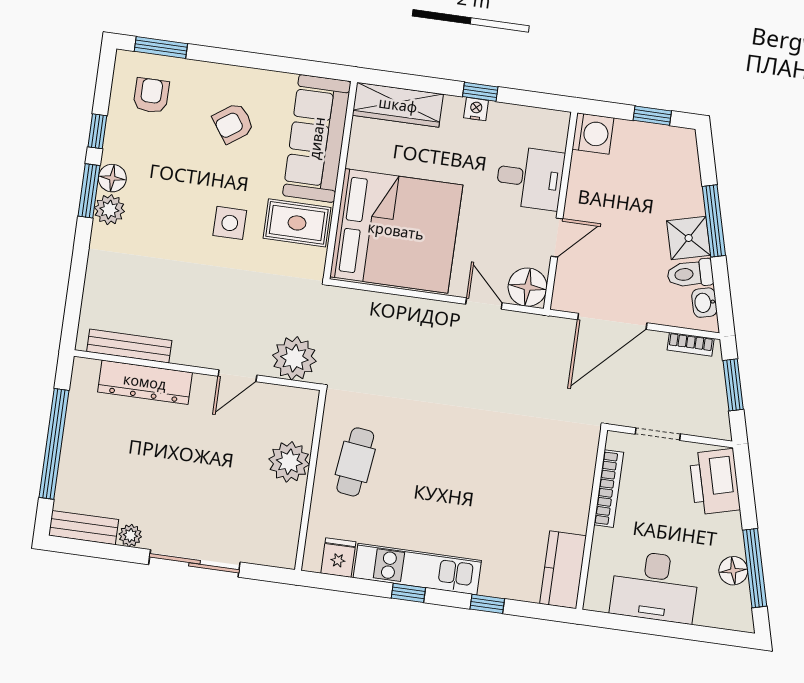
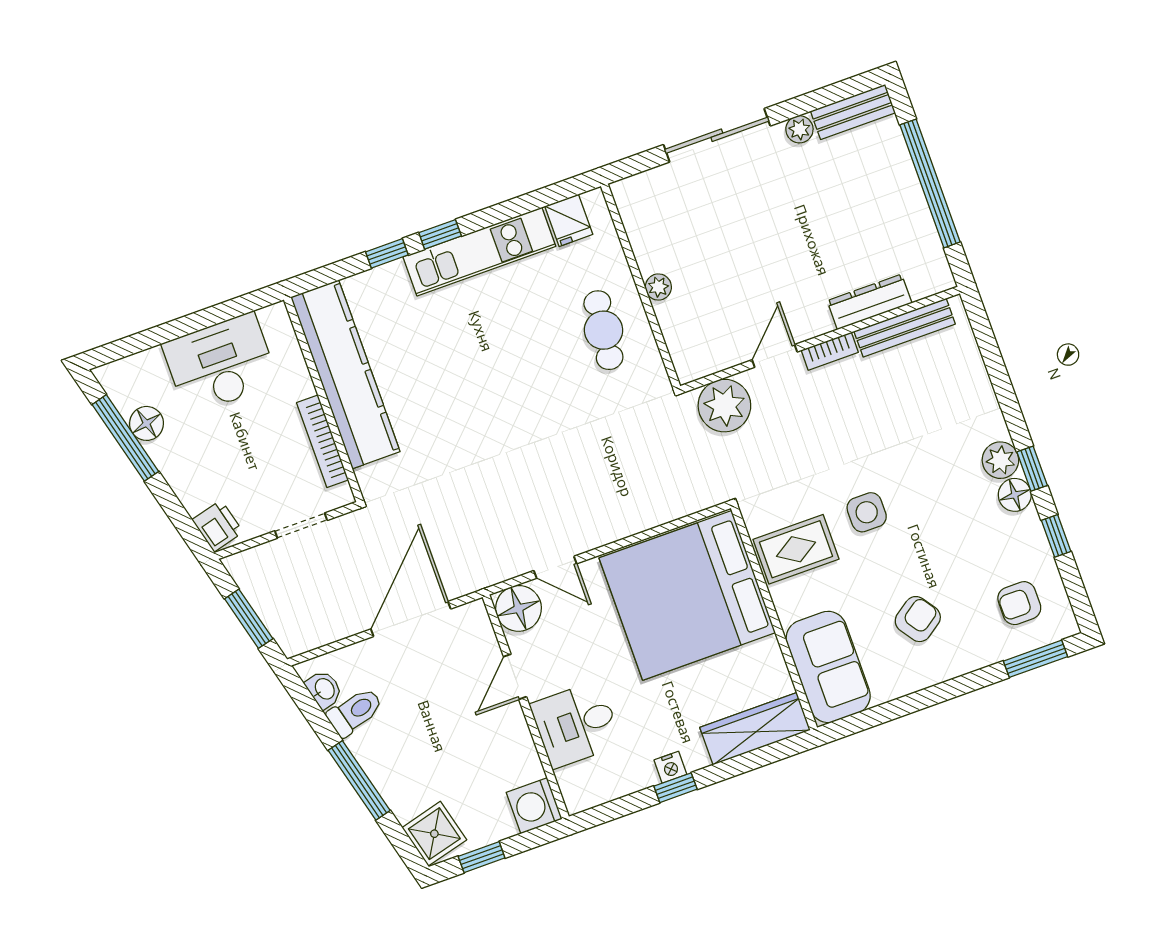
armchair: (151, 95) -> (1019, 603), turned 90
sofa: (317, 138) -> (828, 667), width x0.73
window: (89, 191) -> (1032, 469), width x0.67
shower: (689, 238) -> (434, 834), moved
bookcase: (691, 344) -> (830, 351), moved, turned 180
dresser: (145, 382) -> (870, 302), width x0.73, depth x0.80
plant: (289, 462) -> (658, 287), width x0.53, depth x0.53
printer: (715, 482) -> (218, 526), width x0.53, depth x0.68
kitchen counter: (563, 570) -> (345, 374), width x2.08, depth x1.17
window: (408, 593) -> (440, 234), moved

